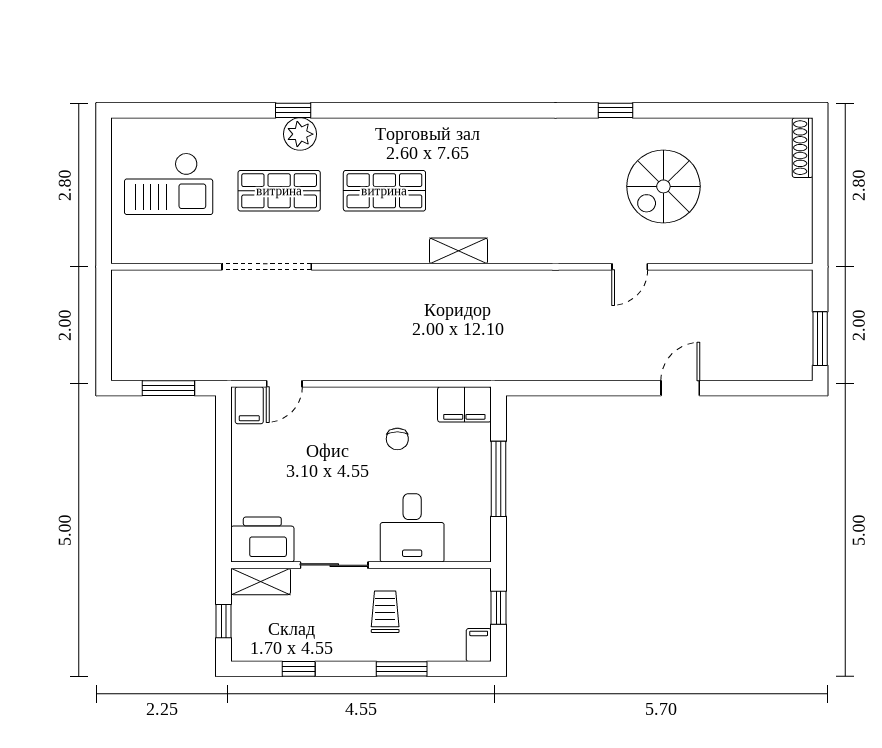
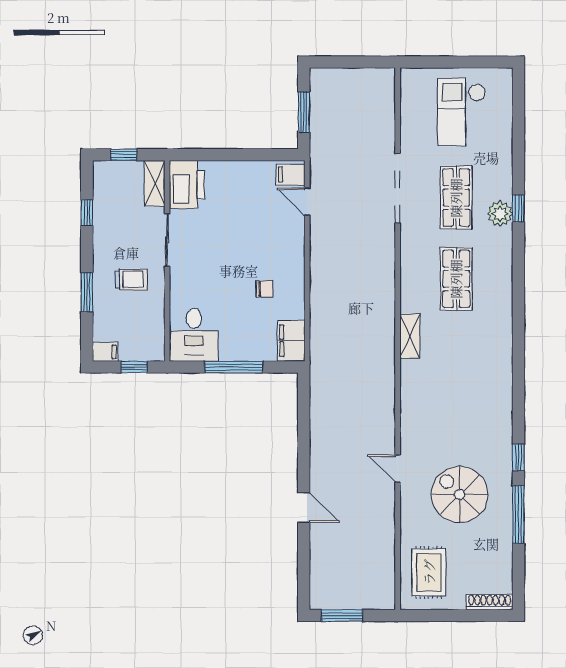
window: (689, 110) -> (518, 514), added
rug: (764, 226) -> (429, 572), added
chair: (397, 439) -> (265, 289), turned 180
desk: (412, 528) -> (194, 335), moved, turned -90

